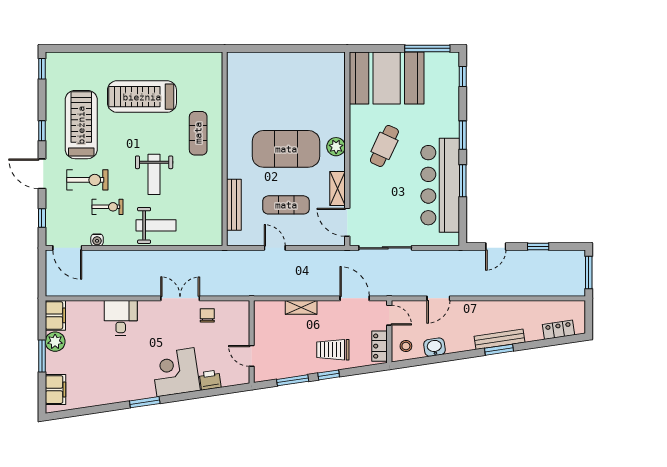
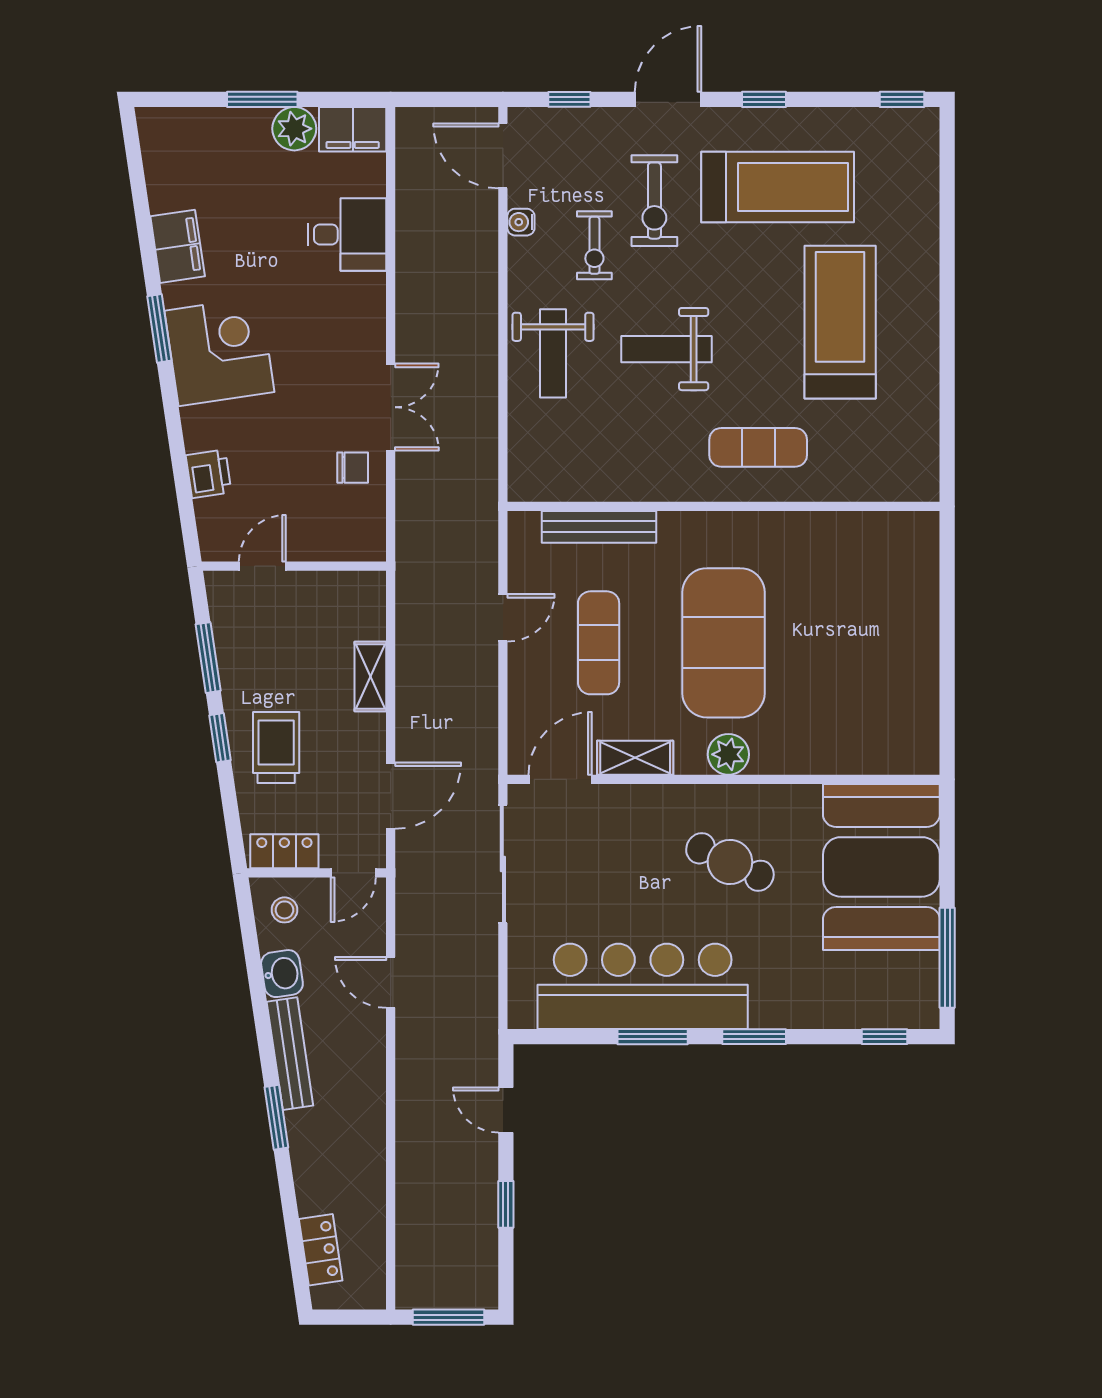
door: (67, 248) -> (503, 156), hinge flipped
desk: (121, 318) -> (347, 234), moved
bench: (500, 339) -> (290, 1054), moved
corner desk: (176, 372) -> (219, 351), moved
filing cabinet: (55, 390) -> (178, 246), moved, turned -98

